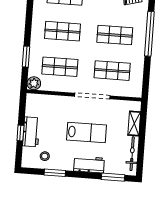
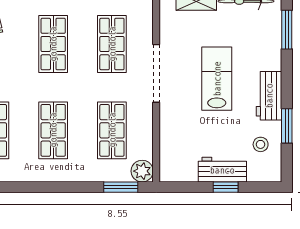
window: (26, 57) -> (121, 187), moved
workbench: (89, 165) -> (269, 96), moved

